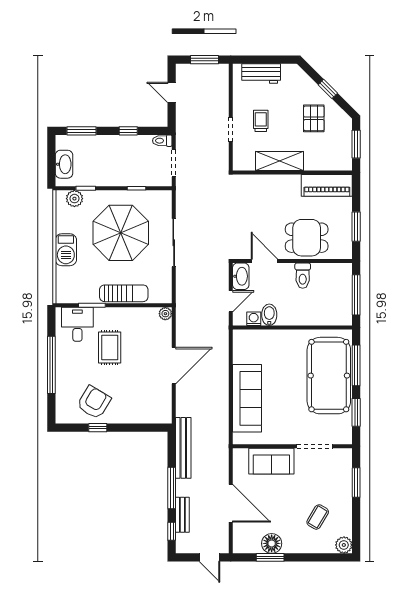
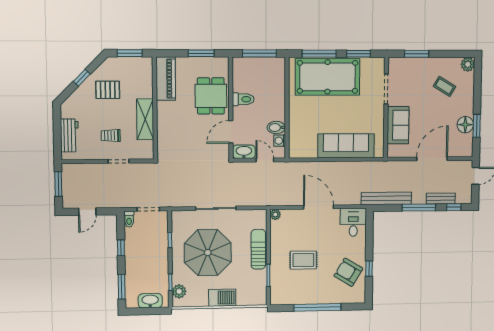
desk: (77, 324) -> (353, 222), moved, turned 90

